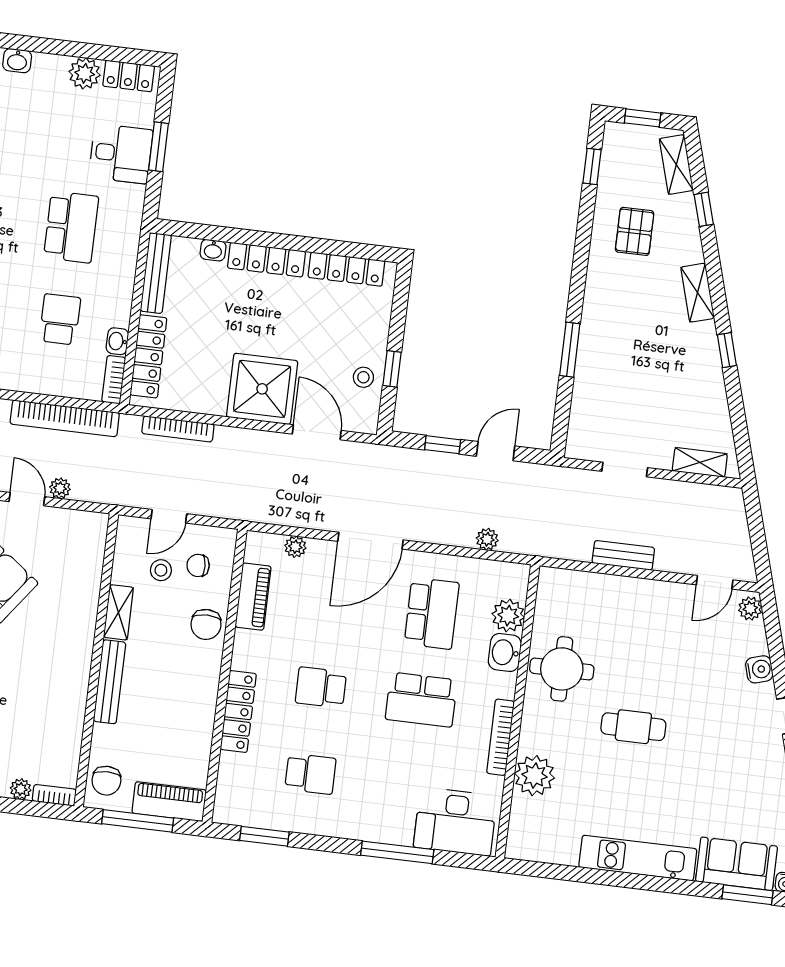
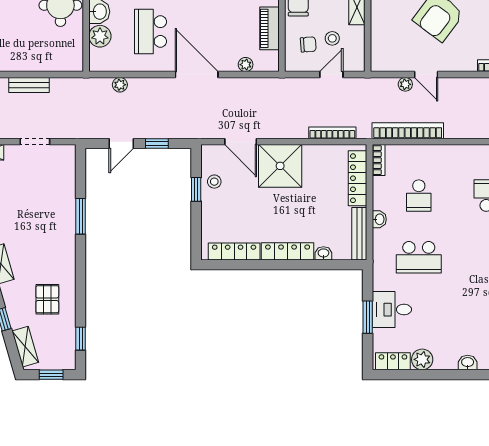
school desk: (71, 227) -> (419, 257), turned -90
washbasin: (117, 341) -> (379, 219), moved
door: (370, 541) -> (197, 75), hinge flipped

